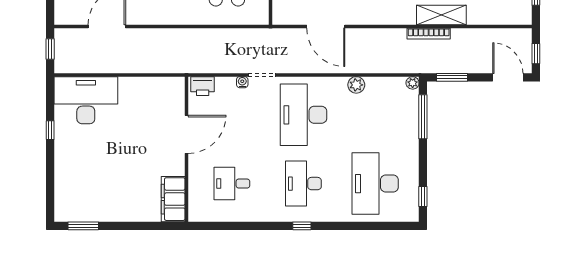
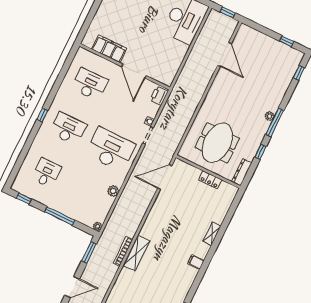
shelving: (441, 15) -> (136, 253), moved
door: (326, 26) -> (165, 177), moved
window: (423, 117) -> (60, 216), moved
desk: (232, 184) -> (90, 84), width x1.37
desk: (375, 184) -> (46, 173), width x0.53, depth x0.77
filing cabinet: (173, 199) -> (109, 49), moved

